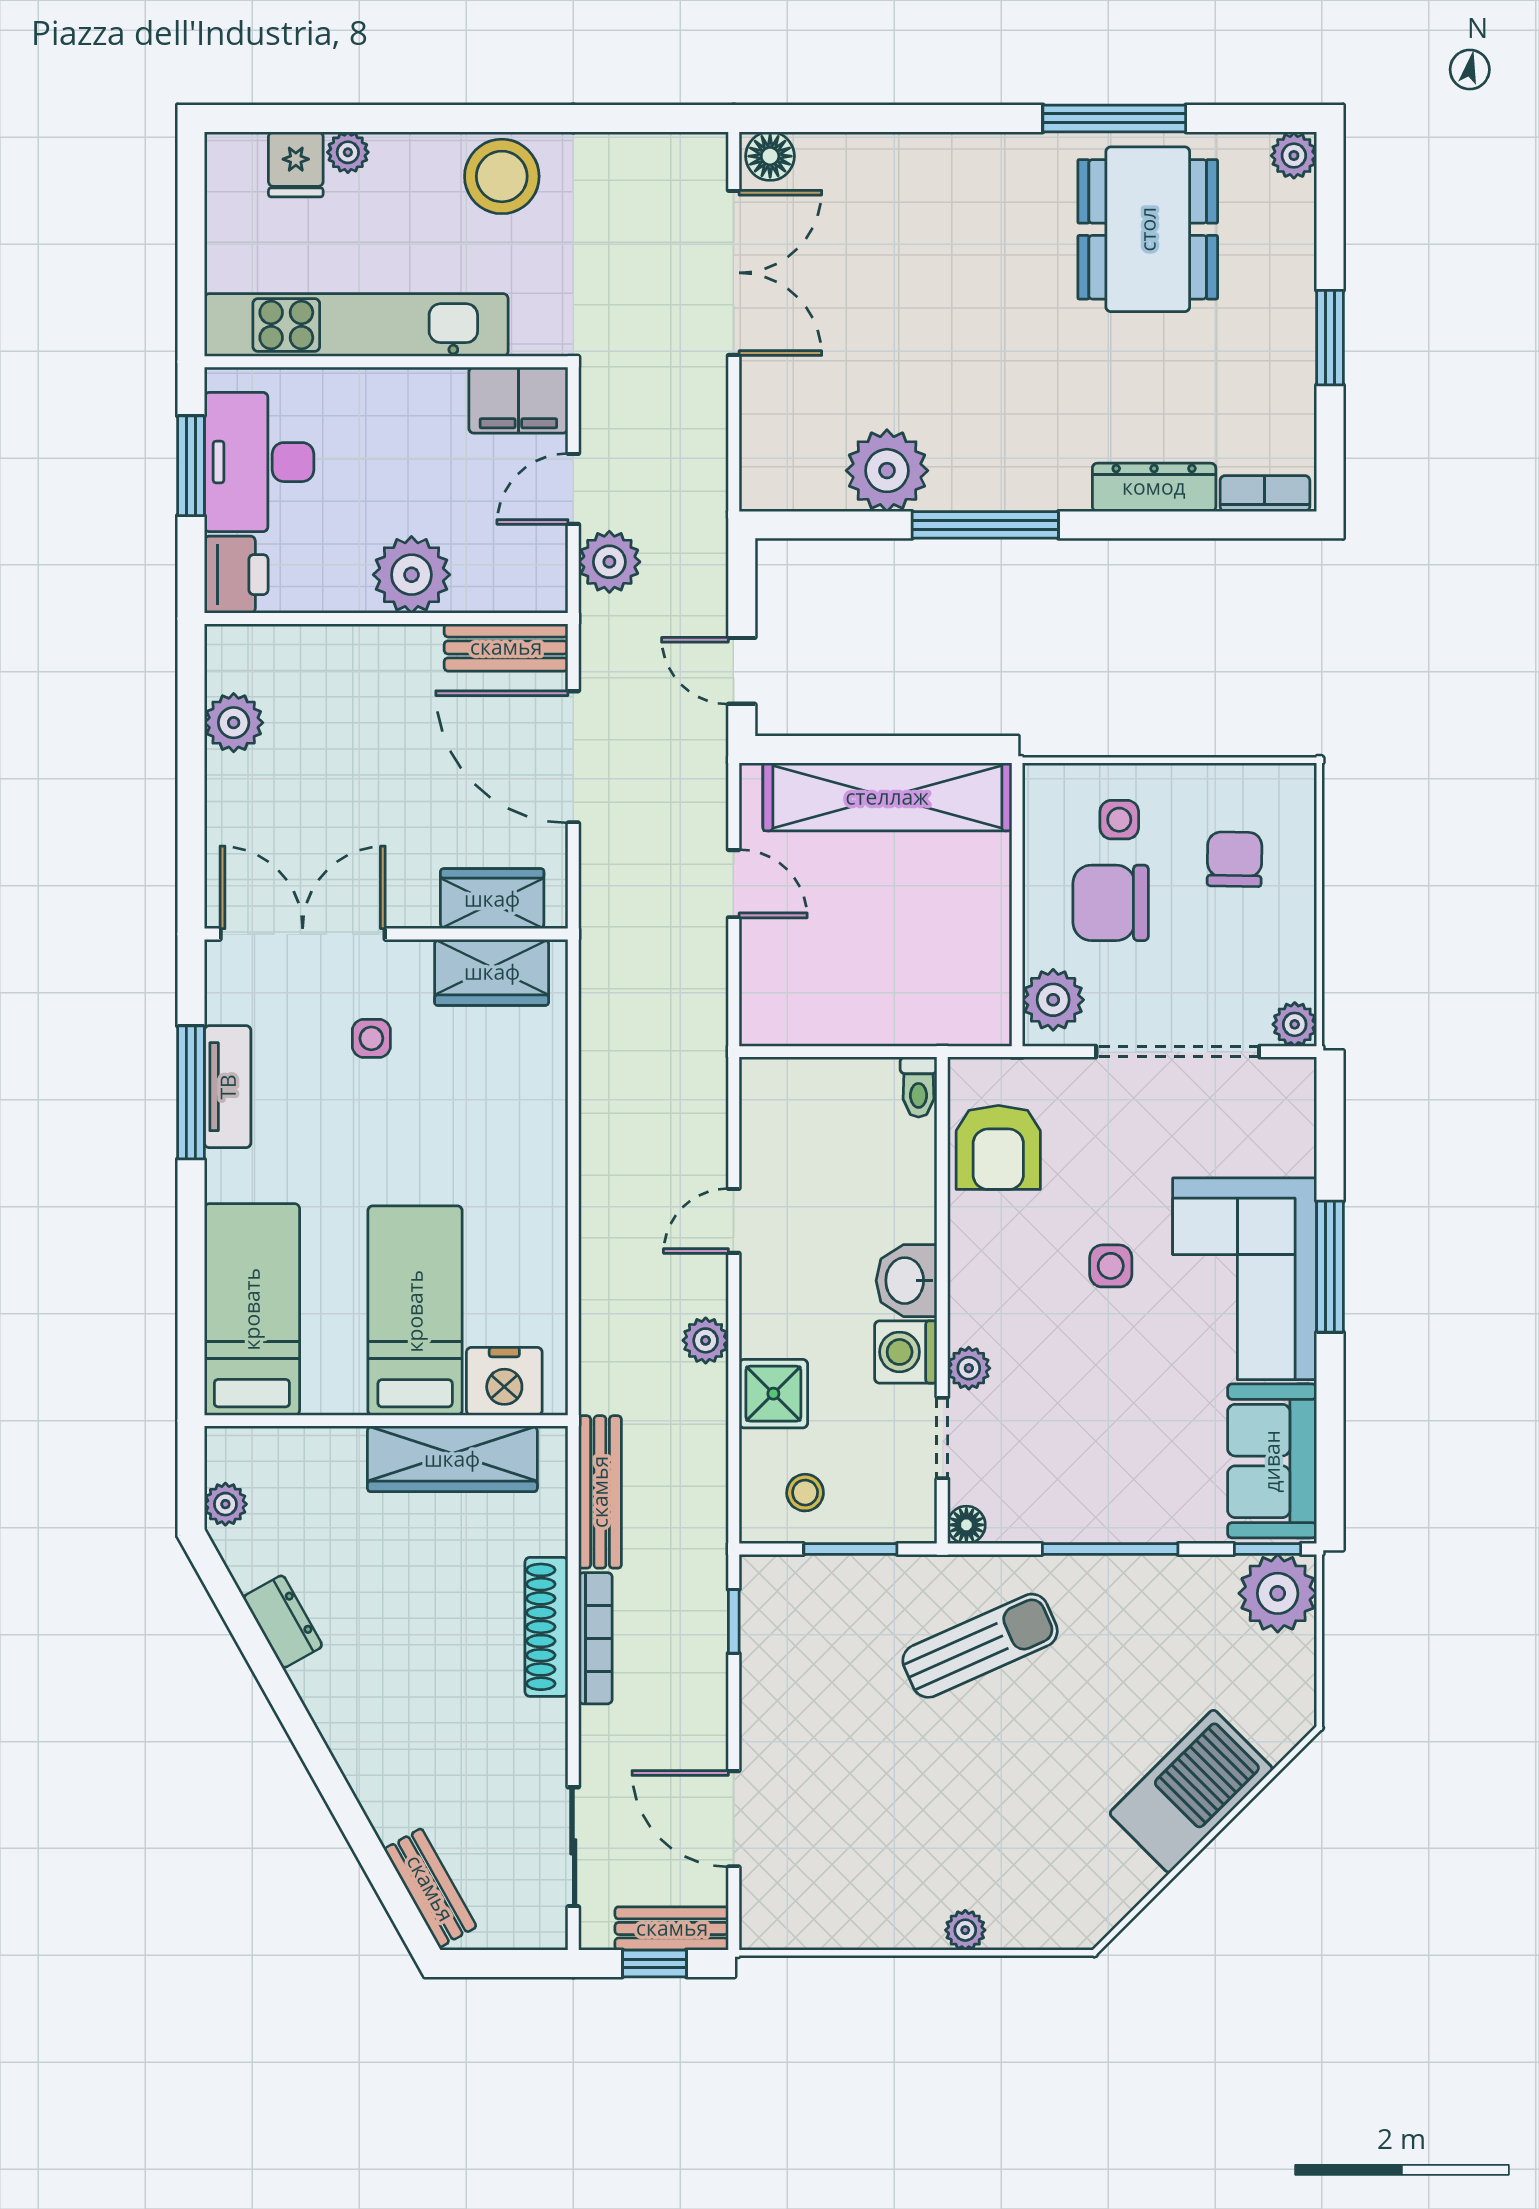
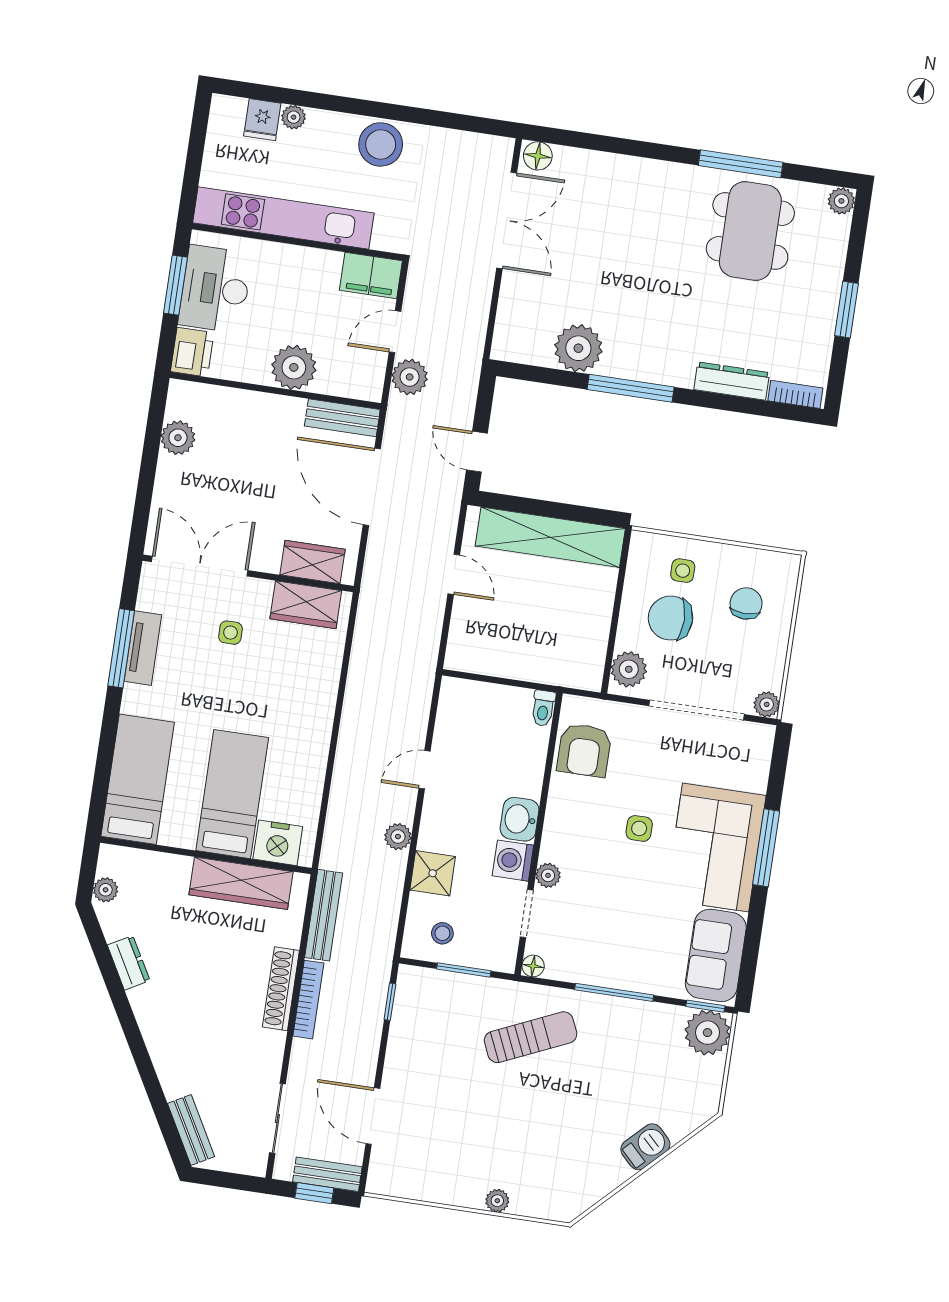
barbecue: (1191, 1791) -> (645, 1147), width x0.53, depth x0.65

